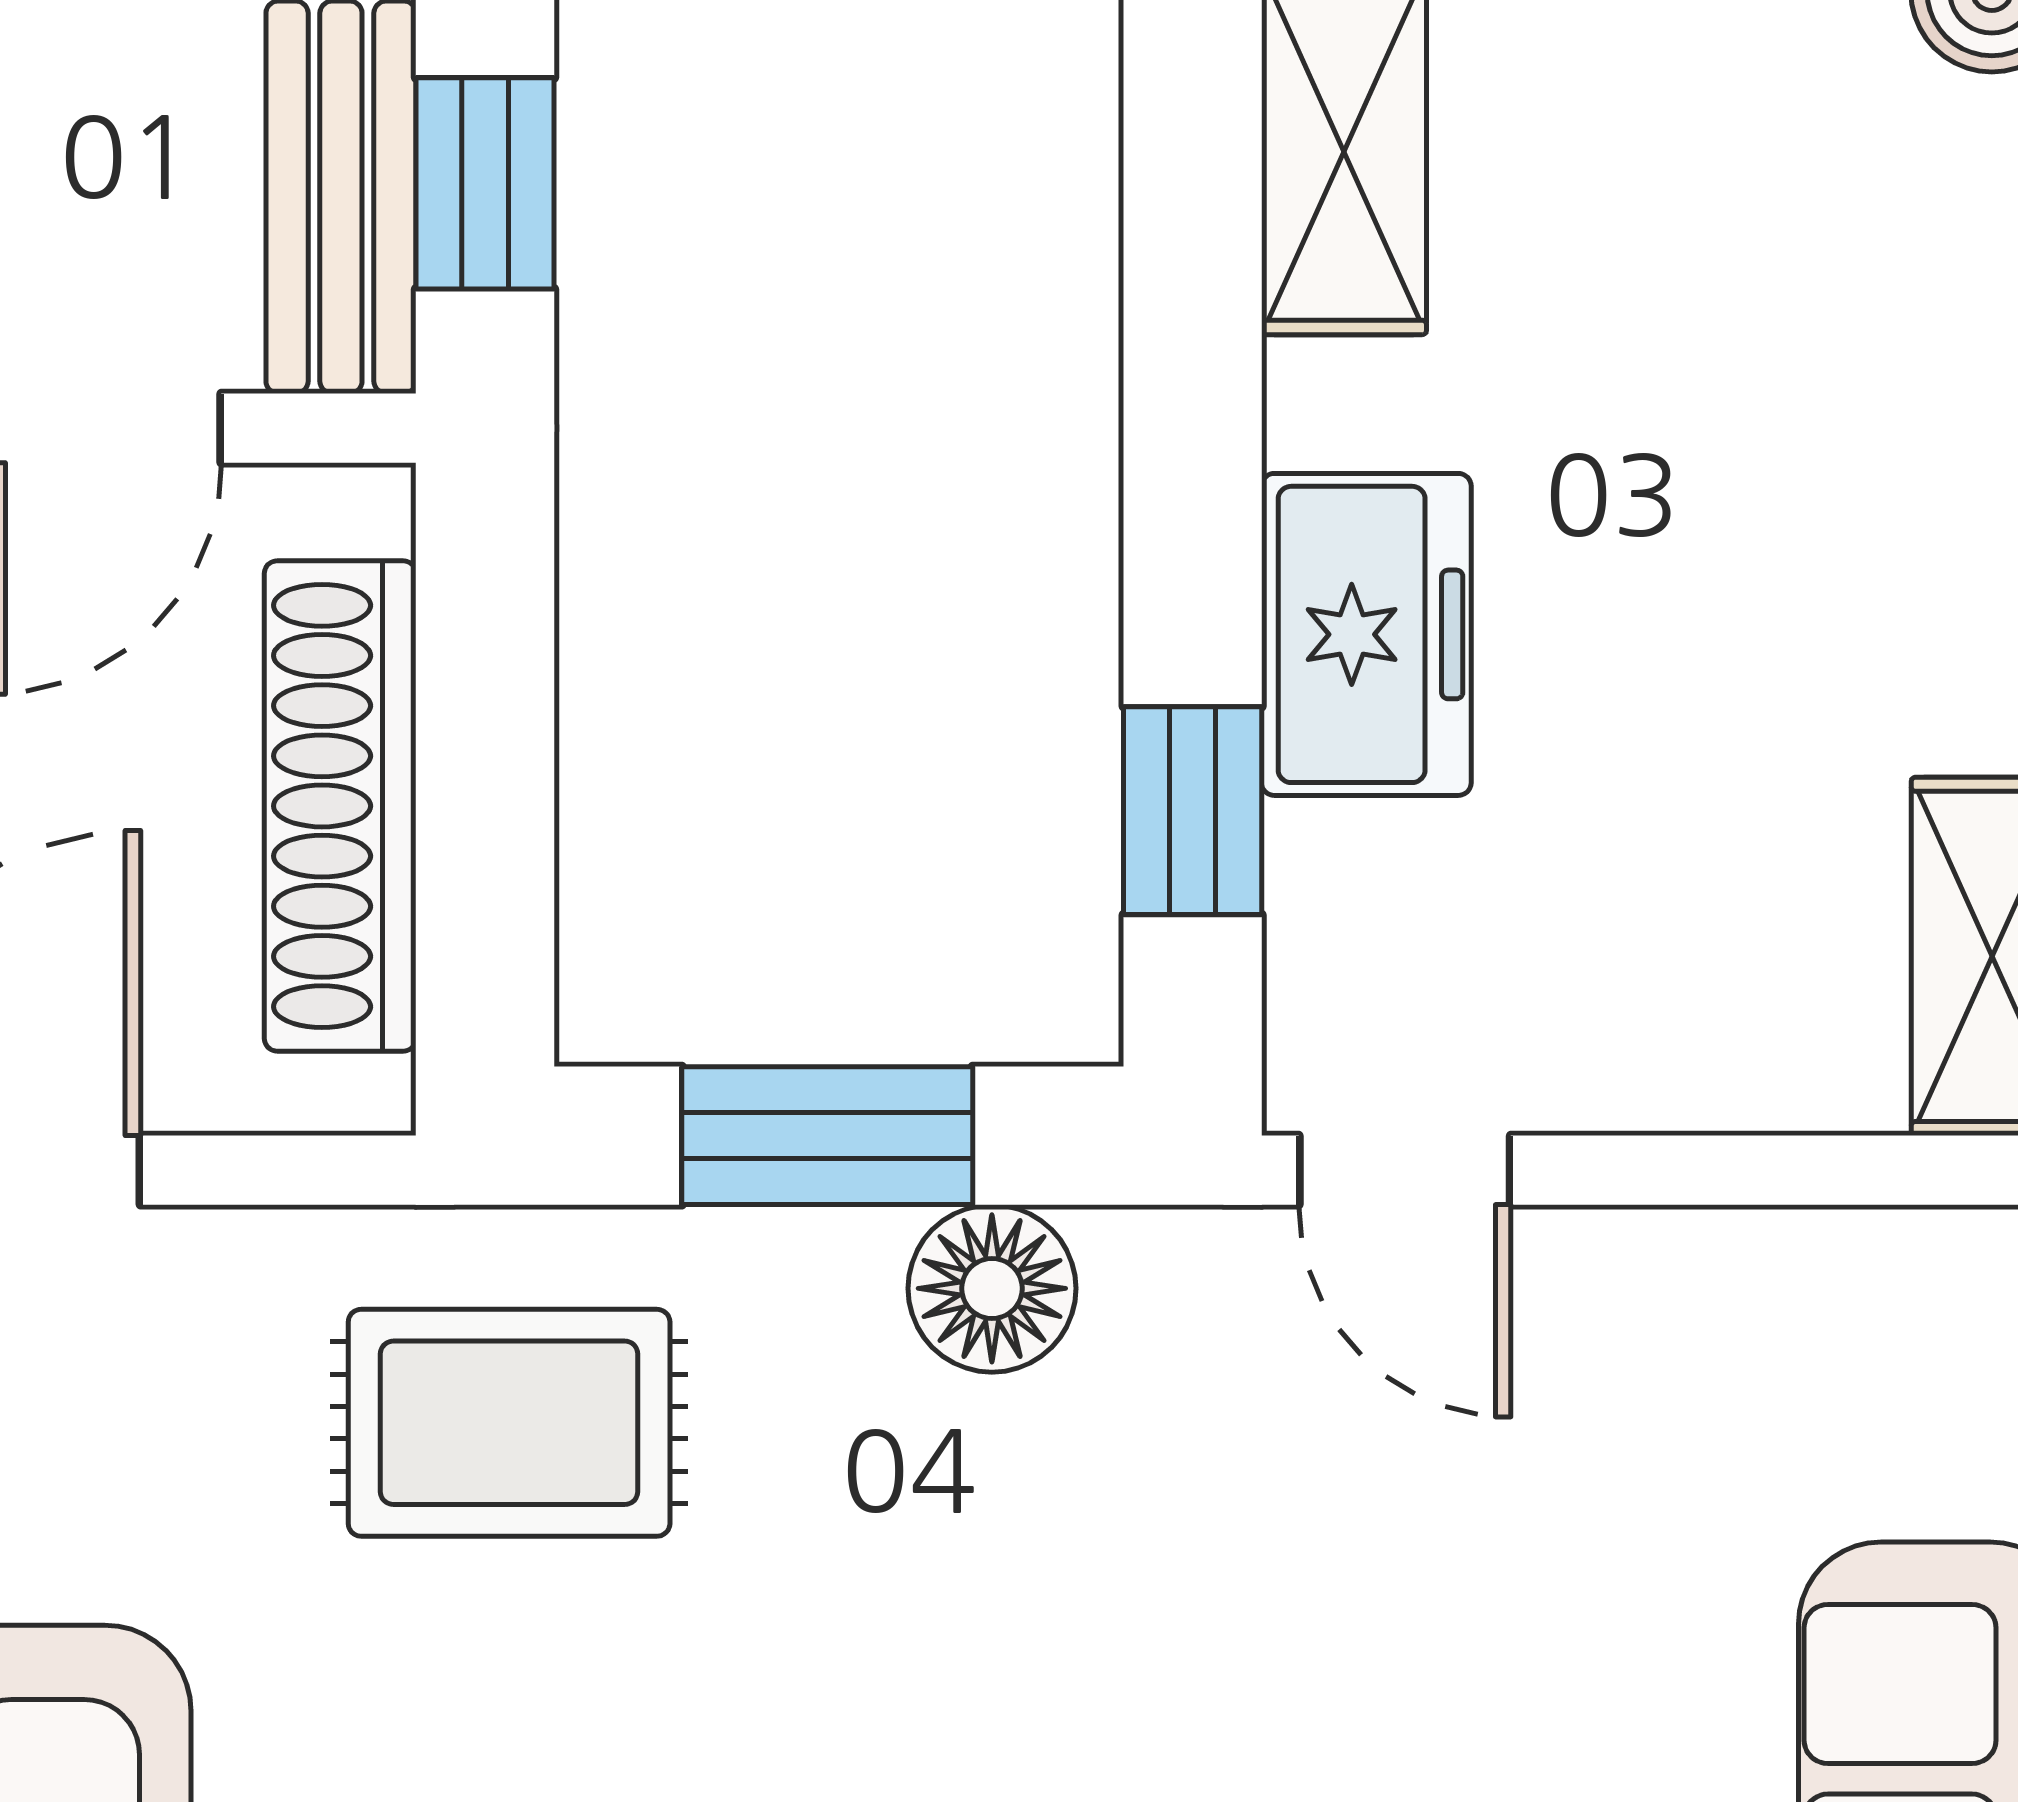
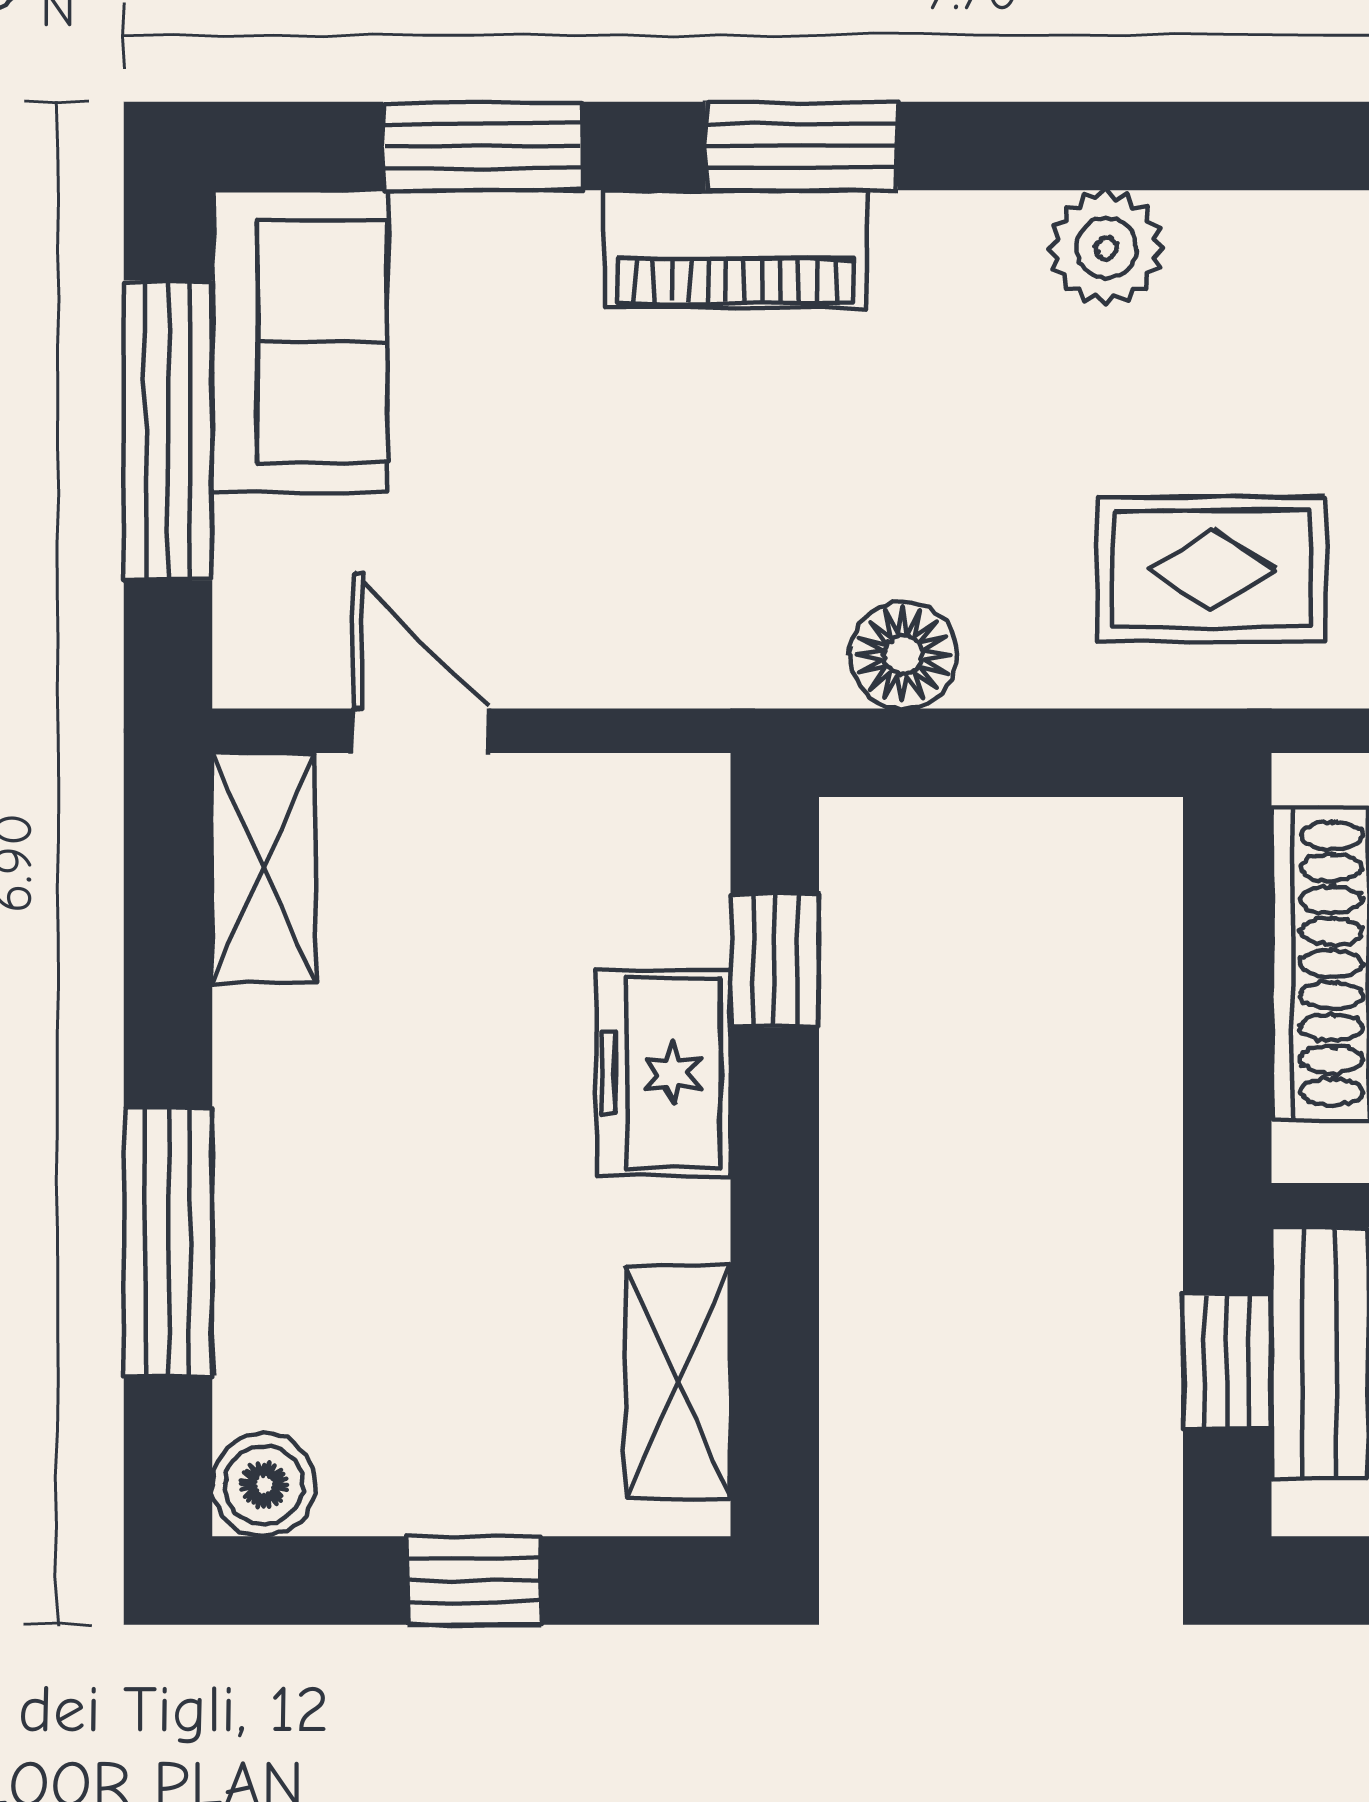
window: (827, 1136) -> (1008, 753), removed
door: (1405, 1170) -> (421, 731), moved

